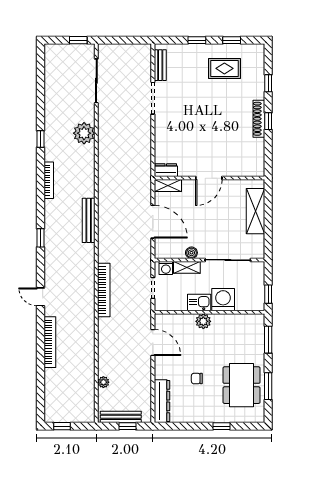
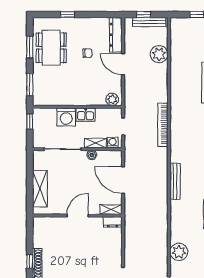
plant: (203, 321) -> (112, 99), moved
door: (153, 342) -> (123, 64), moved
plant: (103, 382) -> (159, 54), width x1.88, depth x1.88

